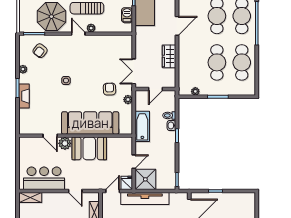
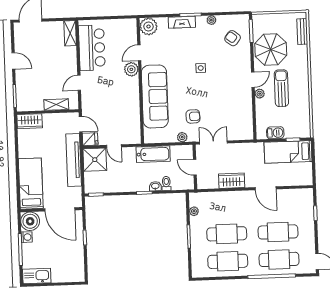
plant: (27, 126) -> (148, 26), added
booth: (89, 148) -> (127, 96), removed

